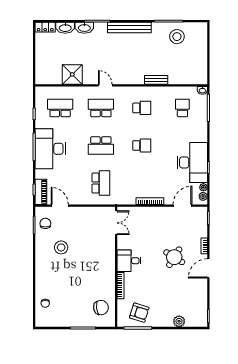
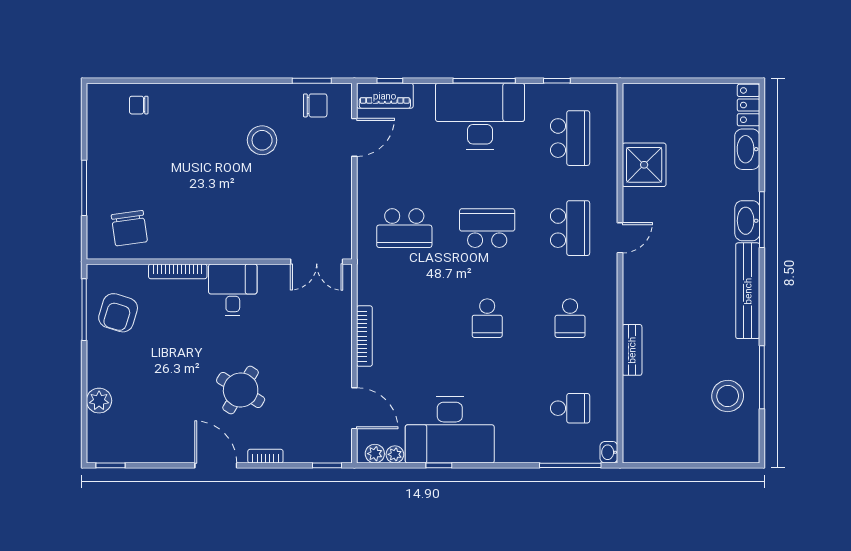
washbasin: (84, 28) -> (747, 221), moved
school desk: (101, 146) -> (487, 228), turned 90

